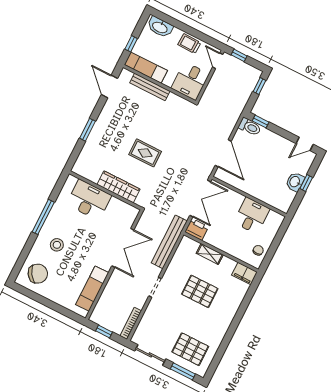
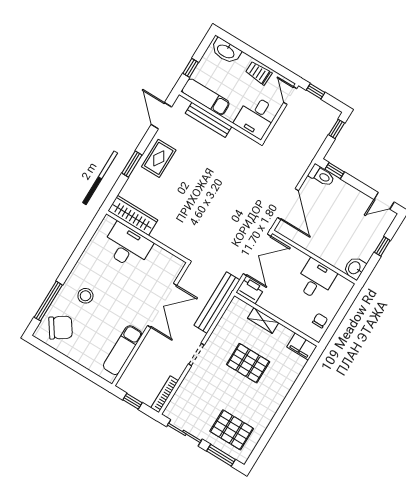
rug: (145, 153) -> (159, 158), moved, turned 90
washbasin: (295, 182) -> (355, 268), moved
wardrobe: (119, 187) -> (133, 215), moved
window: (43, 217) -> (48, 301), moved

